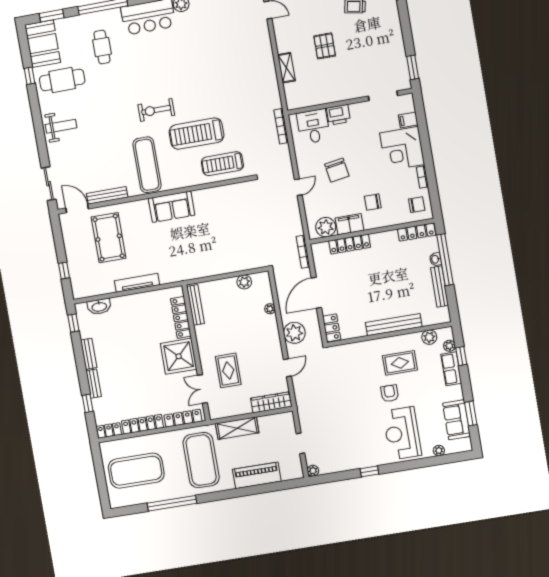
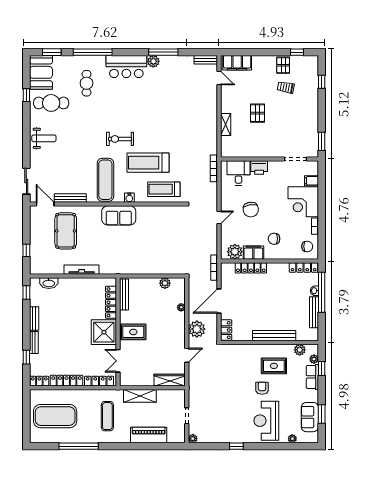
water cooler: (181, 182) -> (129, 198), added
rug: (228, 370) -> (133, 332), moved, turned 90
exercise mat: (201, 460) -> (107, 416), width x0.50, depth x0.69

